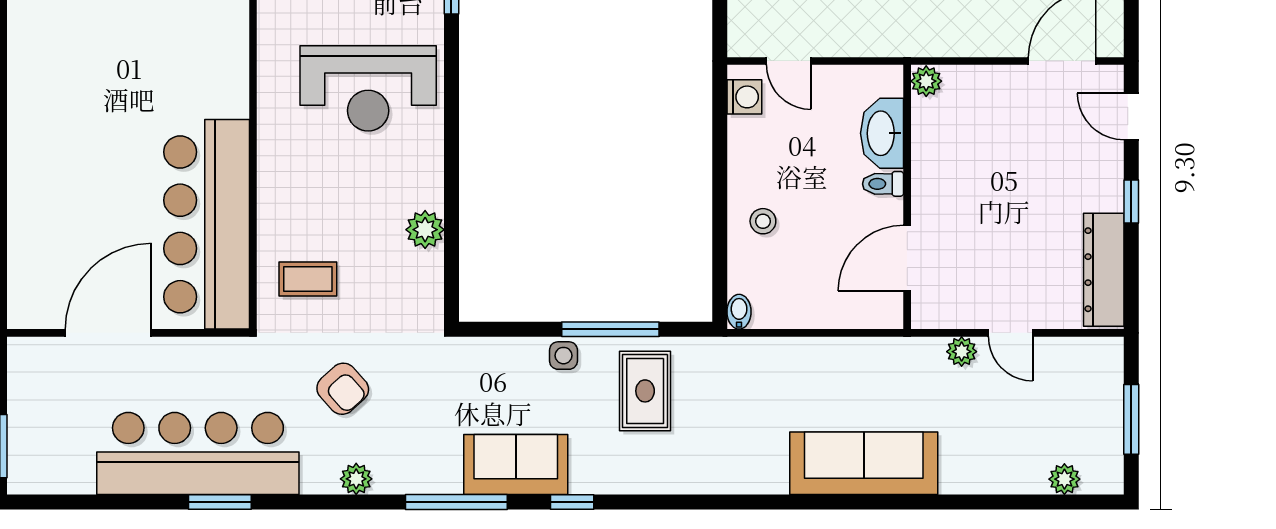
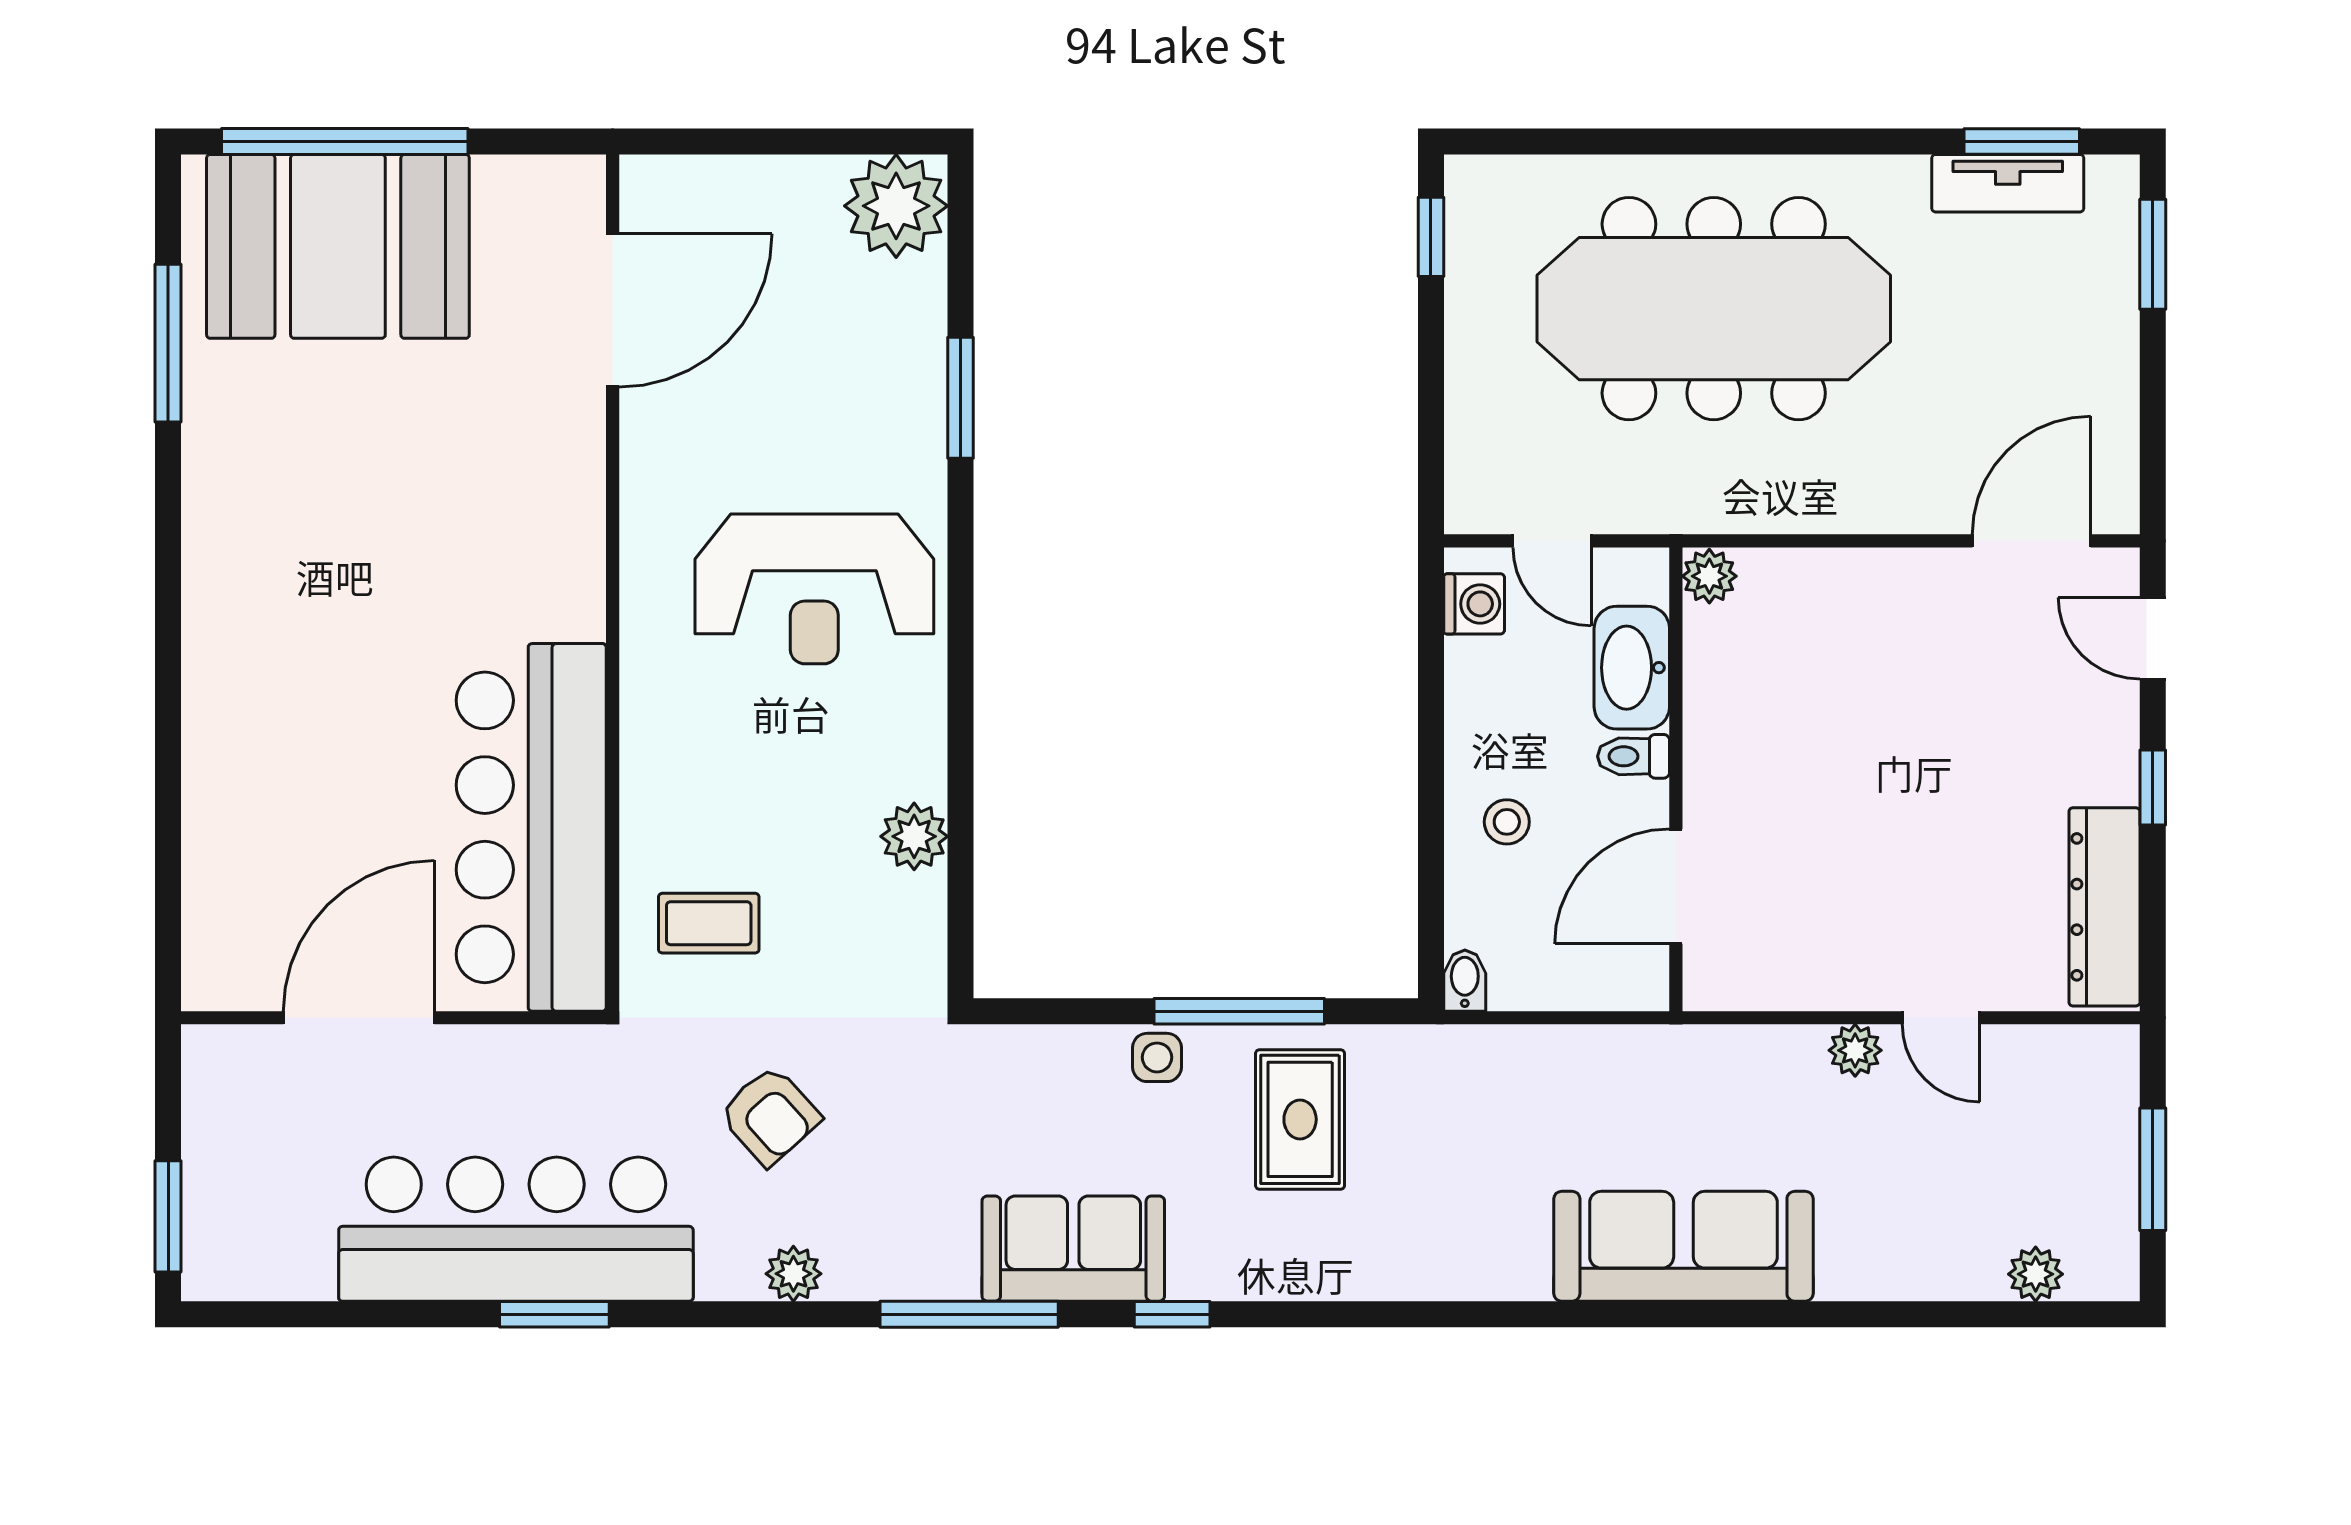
plant: (926, 81) -> (1709, 576), moved
washbasin: (882, 133) -> (1632, 668), moved
toilet: (883, 184) -> (1634, 756), moved
wall: (907, 197) -> (1676, 779), moved
door: (907, 258) -> (1676, 886), moved

